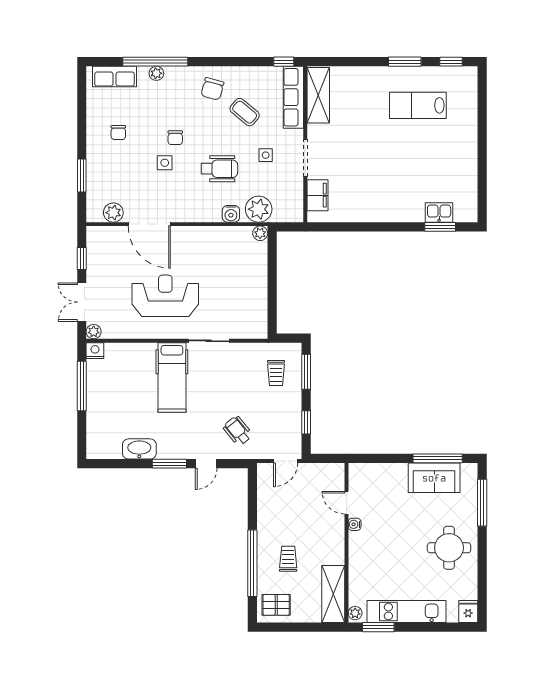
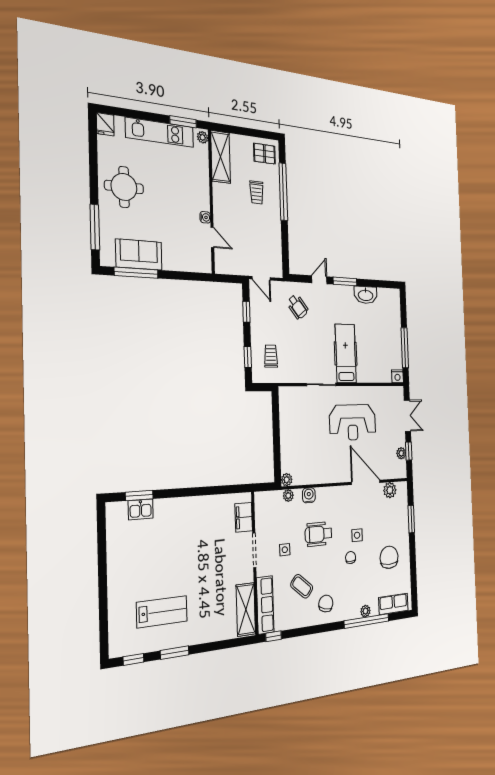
chair: (118, 132) -> (389, 557), width x1.87, depth x1.87
plant: (259, 209) -> (288, 496), width x0.53, depth x0.53
plant: (94, 332) -> (401, 453), moved
window: (306, 372) -> (248, 357), width x0.67
door: (286, 461) -> (261, 278), swing flipped

